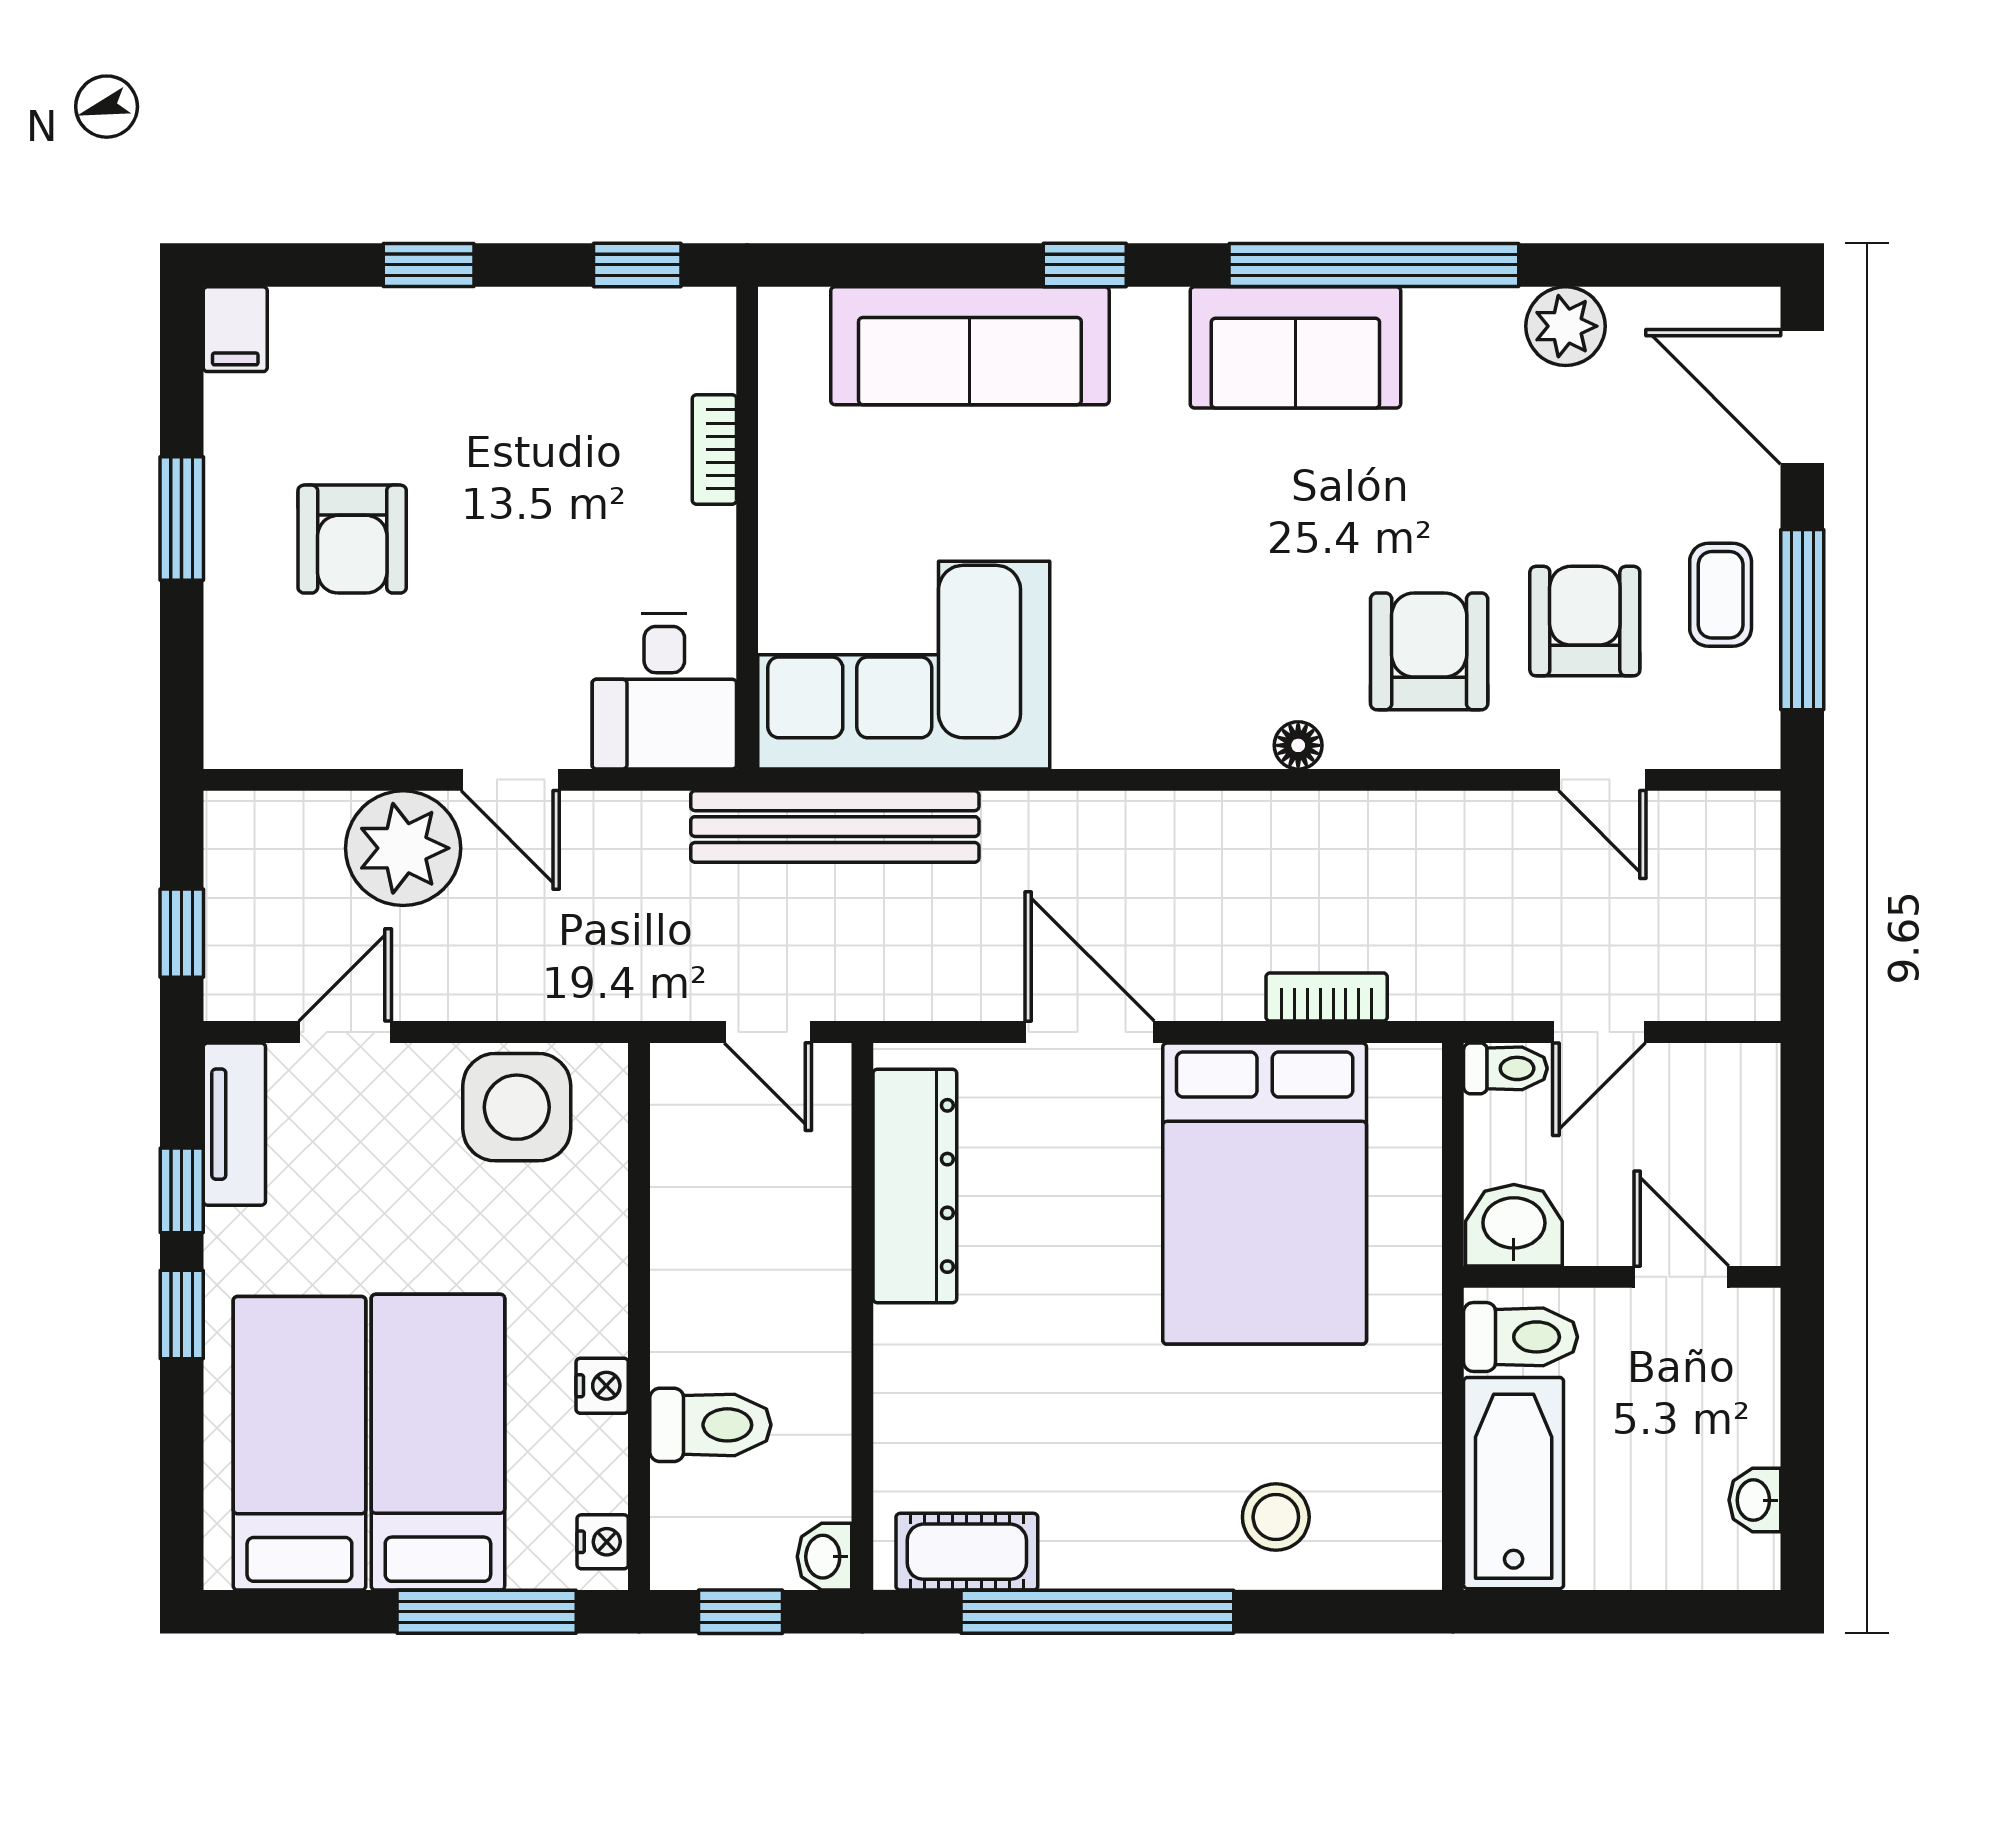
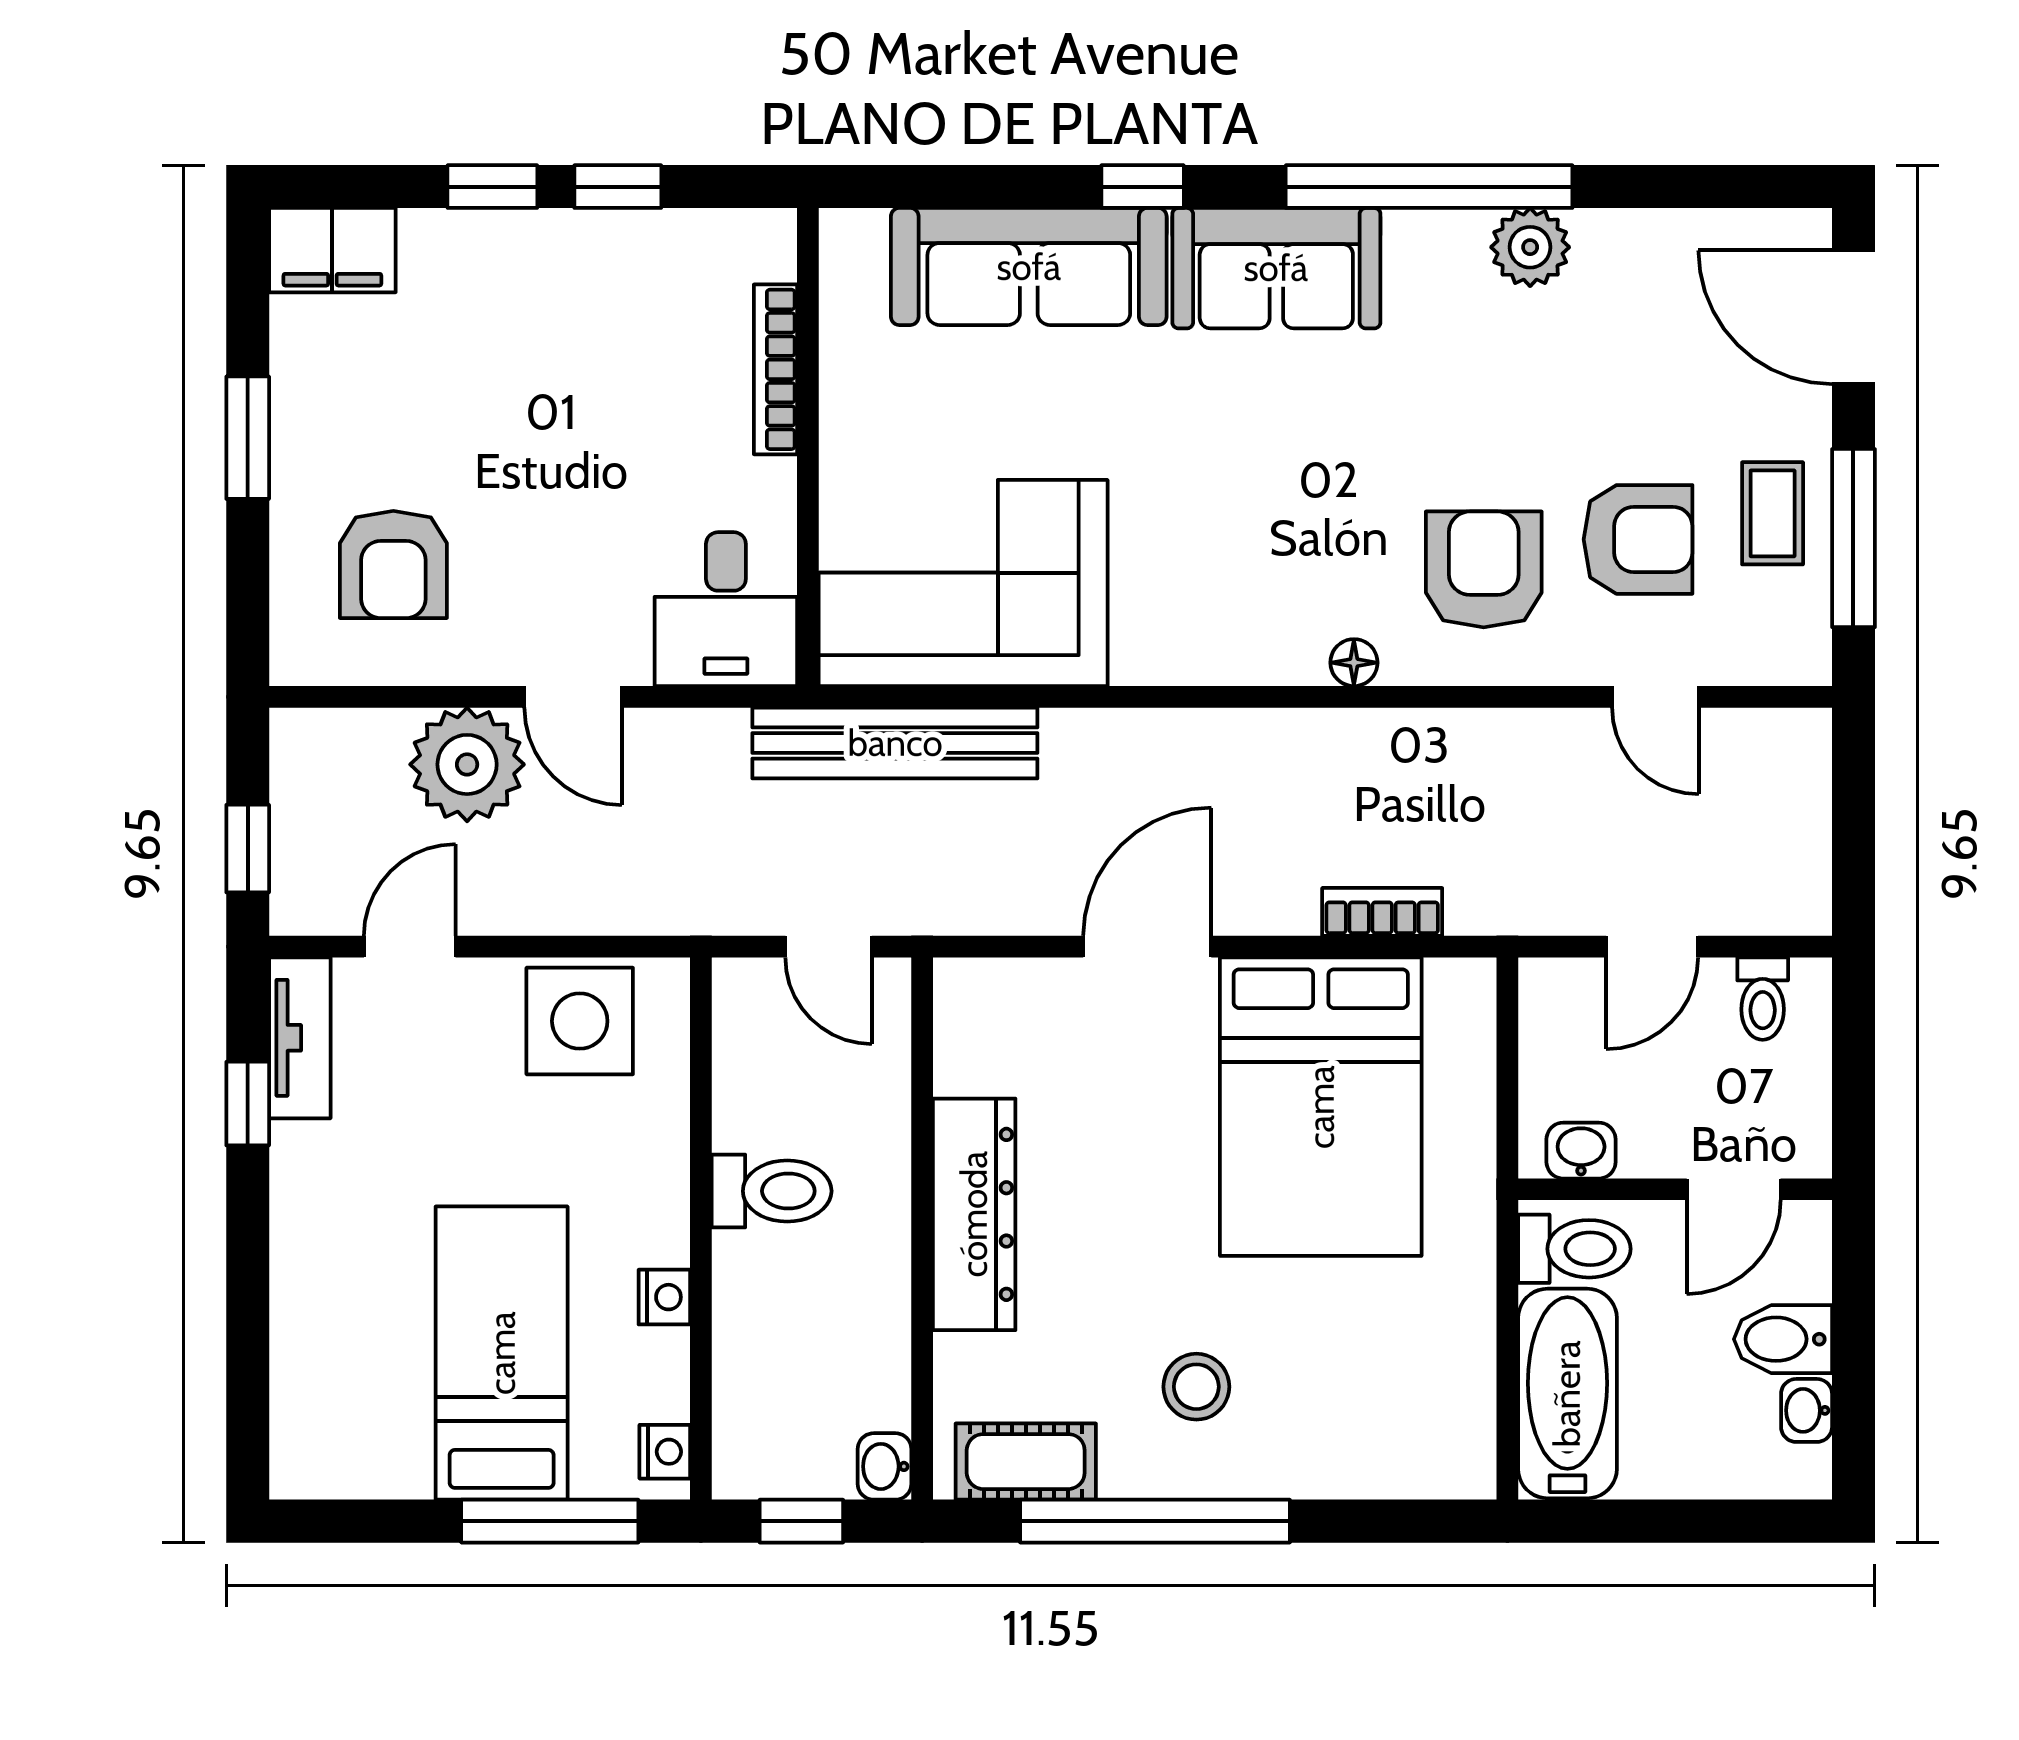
window: (637, 265) -> (618, 187), moved
plant: (1566, 326) -> (1530, 247), moved
filing cabinet: (235, 329) -> (332, 250), width x2.00
sofa: (1295, 347) -> (1276, 268), moved
bookcase: (714, 449) -> (776, 369), width x1.56
armchair: (352, 539) -> (393, 564), moved
armchair: (1585, 621) -> (1638, 539), turned 90
door: (1090, 1032) -> (1147, 947), hinge flipped
toilet: (1505, 1068) -> (1763, 999), moved, turned 90
dresser: (915, 1186) -> (974, 1214), moved
washbasin: (1514, 1225) -> (1581, 1151), width x0.72, depth x0.69
door: (1681, 1277) -> (1734, 1189), swing flipped
window: (182, 1314) -> (248, 1226), removed
toilet: (710, 1425) -> (772, 1191), moved
bidet: (1731, 1428) -> (1783, 1339), added
bed: (299, 1443) -> (364, 1354), removed
stool: (1276, 1517) -> (1196, 1387), moved

